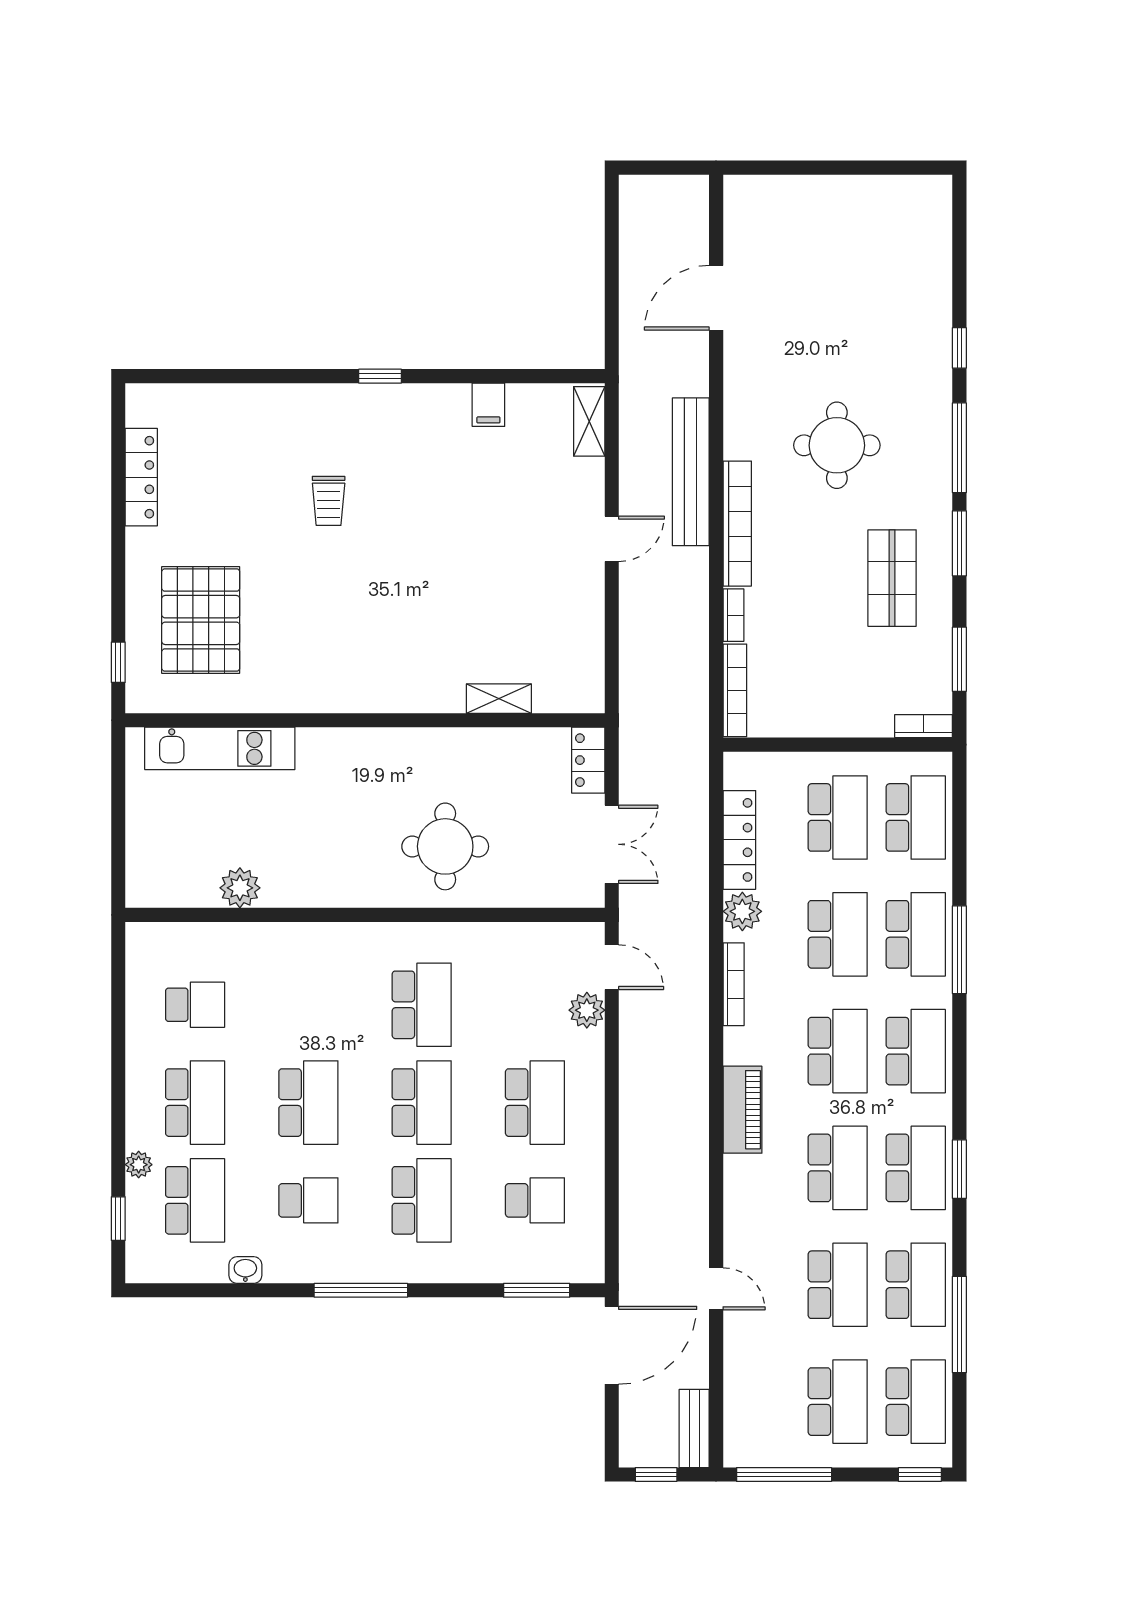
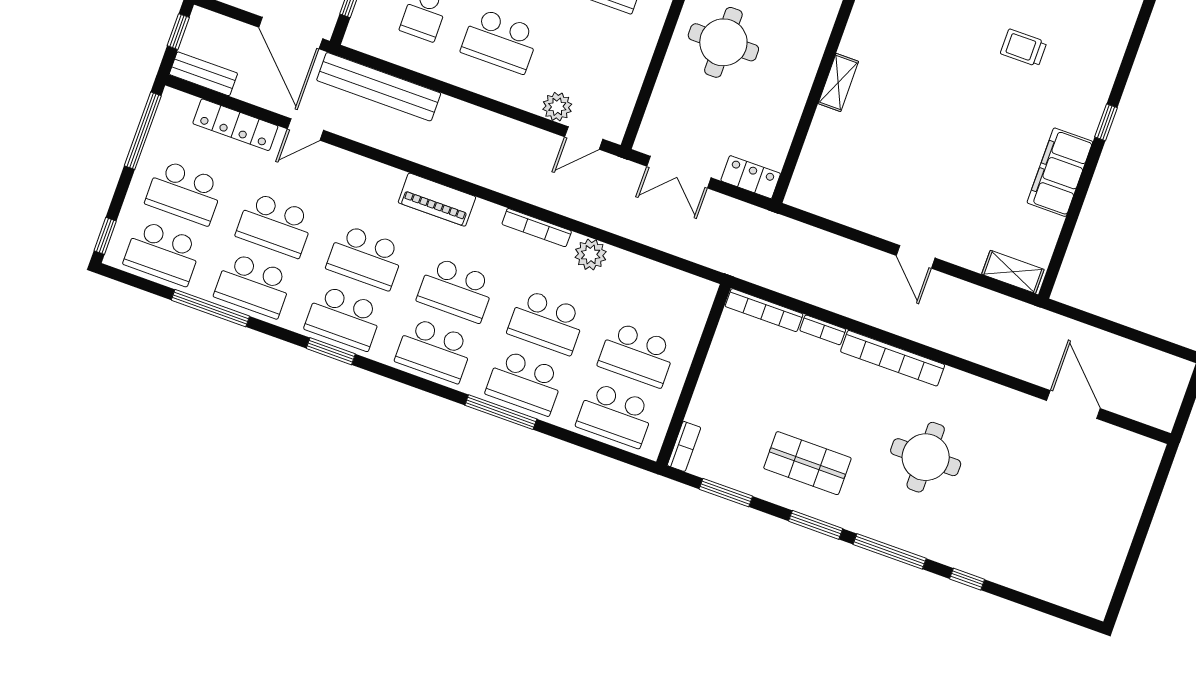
filing cabinet: (488, 405) -> (1060, 172), width x3.00, depth x1.17
bench: (691, 472) -> (379, 87), moved
shelving: (499, 699) -> (838, 82), moved
locker: (739, 840) -> (235, 125), moved

